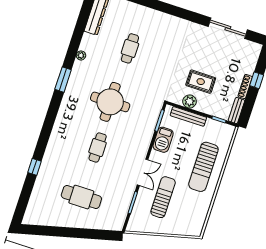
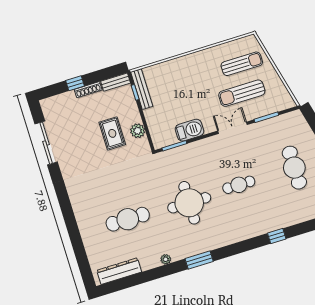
cafe table: (130, 48) -> (128, 219), width x1.37, depth x1.35
bench: (188, 116) -> (142, 89), moved
window: (35, 167) -> (277, 236), moved
sun lounger: (203, 167) -> (242, 64), moved, width x0.73, depth x0.75

